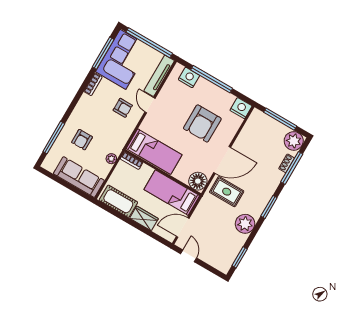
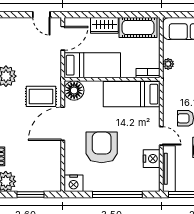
nightstand: (189, 77) -> (152, 159), moved, turned -90
window: (280, 119) -> (30, 195), width x0.69

